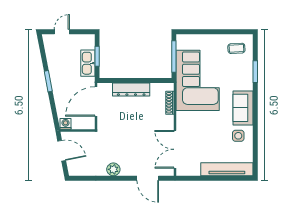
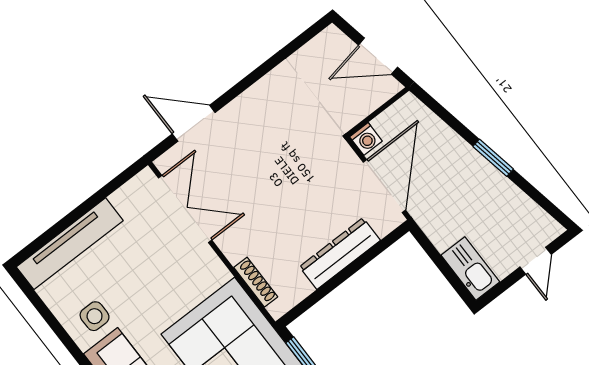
window: (97, 56) -> (442, 265), removed
kitchen sink: (88, 63) -> (470, 269), moved
washing machine: (66, 124) -> (366, 139), moved
plant: (113, 169) -> (264, 93), removed

